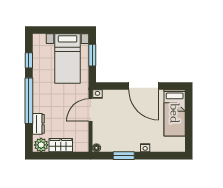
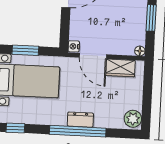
window: (29, 60) -> (15, 128), moved
dresser: (38, 124) -> (80, 120), moved
wardrobe: (61, 145) -> (120, 68), moved, turned -90

